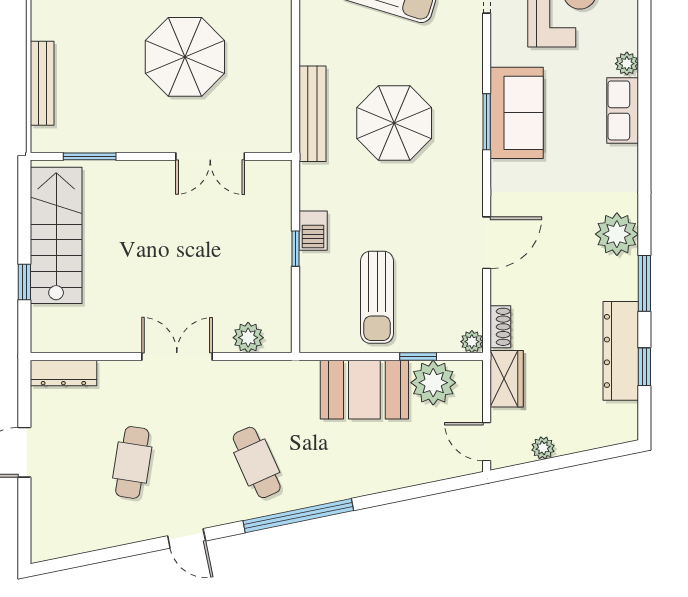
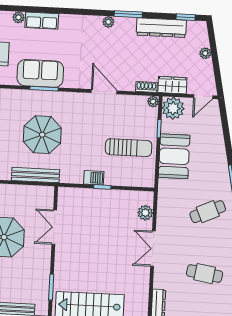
double door: (210, 156) -> (54, 227), swing flipped
plant: (617, 234) -> (108, 22), width x0.53, depth x0.53
window: (644, 367) -> (186, 17), moved
plant: (433, 383) -> (173, 108), moved
plant: (543, 448) -> (205, 53), moved

